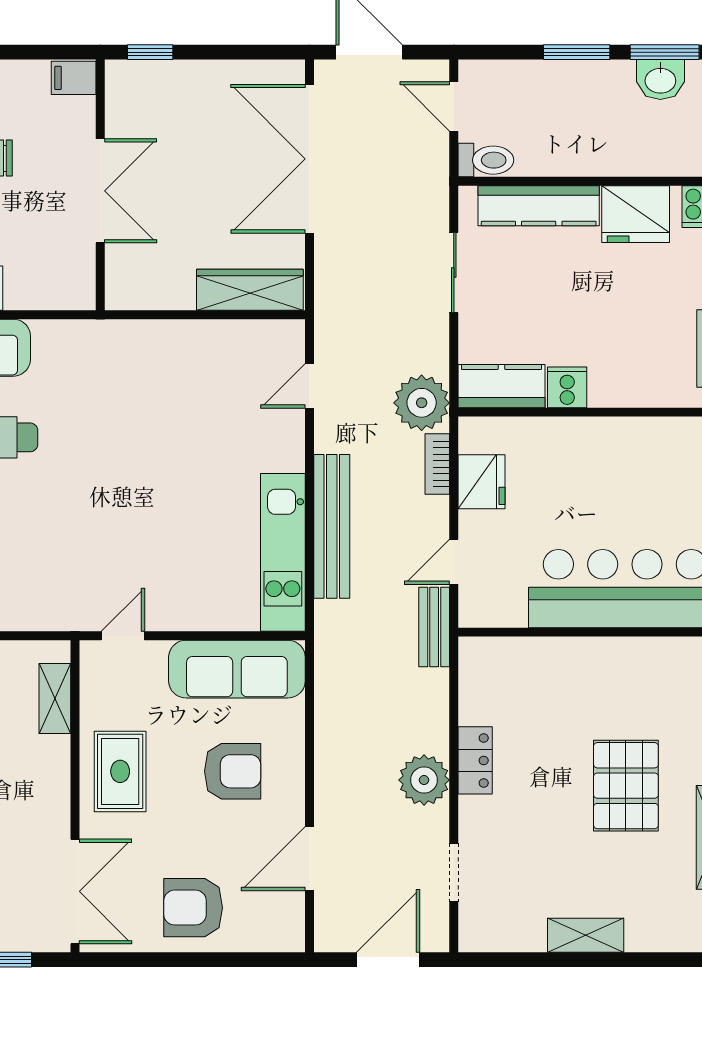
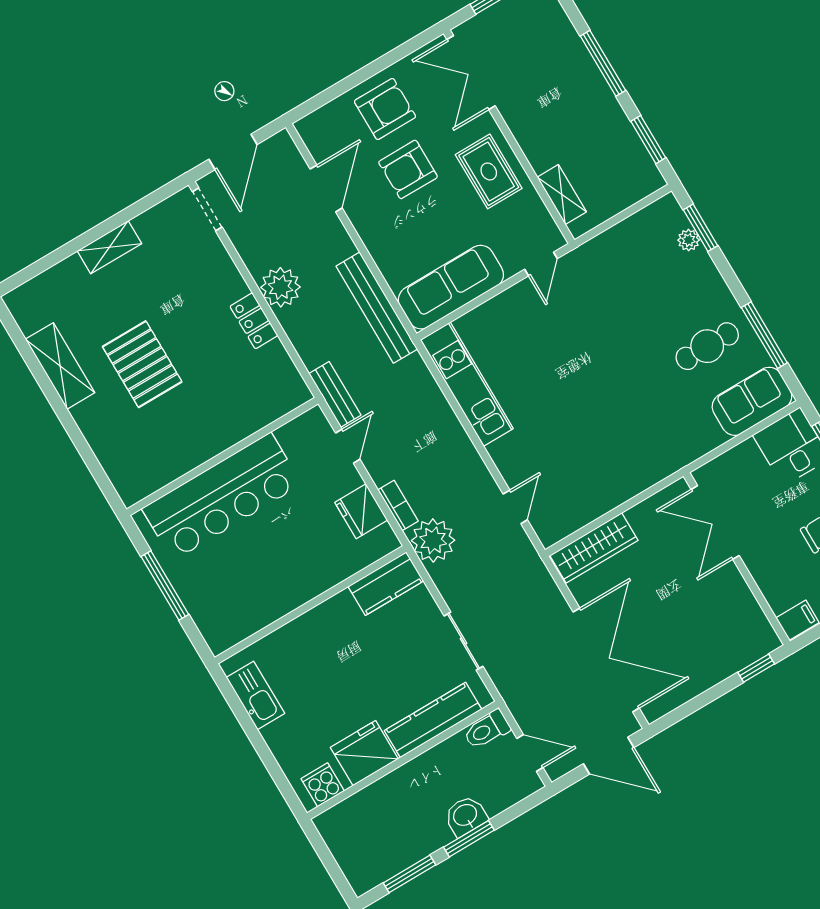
washbasin: (660, 80) -> (466, 816), moved
double door: (100, 191) -> (715, 522), moved
cooker: (567, 387) -> (341, 609), removed
bench: (332, 526) -> (377, 308), moved
armchair: (233, 771) -> (408, 169), moved
doorway: (454, 873) -> (207, 209), moved

